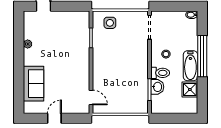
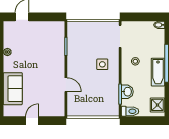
side table: (110, 23) -> (102, 64), moved
toilet: (160, 73) -> (130, 111), moved
shower: (190, 90) -> (157, 105), moved
door: (91, 97) -> (66, 85), moved

